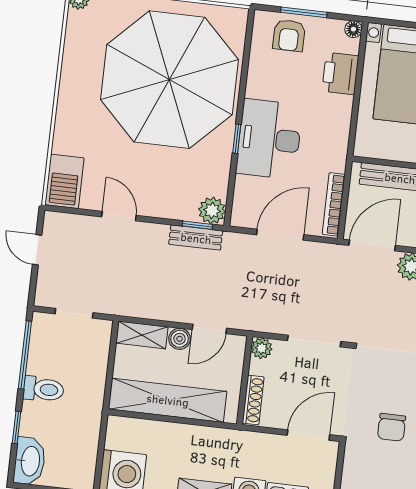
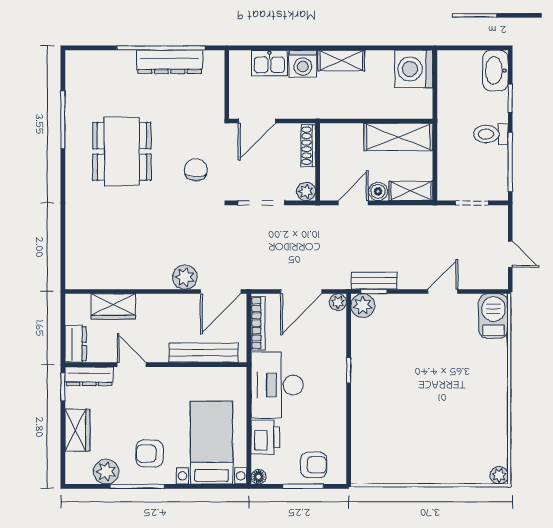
armchair: (289, 35) -> (314, 465), turned 90
parasol: (169, 80) -> (413, 415), removed
desk: (269, 139) -> (277, 385), moved, turned 180
door: (119, 216) -> (443, 291), swing flipped
plant: (240, 218) -> (338, 302), added
shelving: (168, 400) -> (398, 137), width x0.68
chair: (392, 427) -> (196, 170), moved

